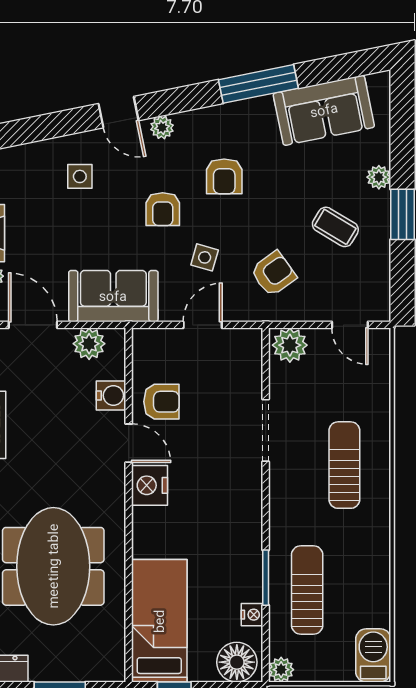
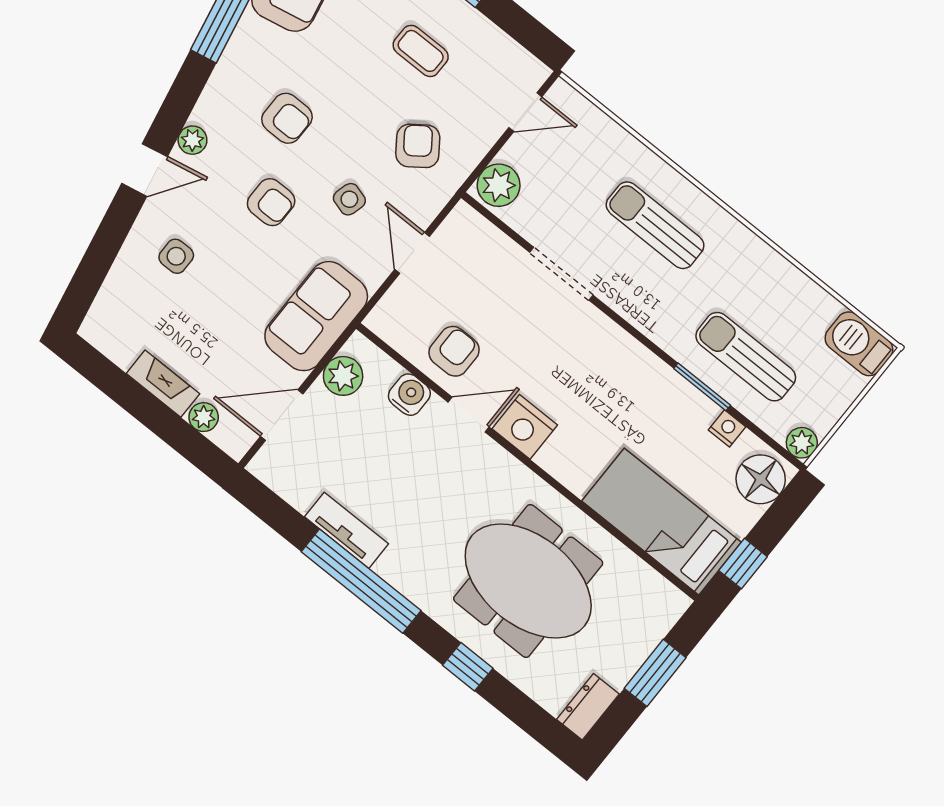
coffee table: (335, 227) -> (421, 51), turned 59

